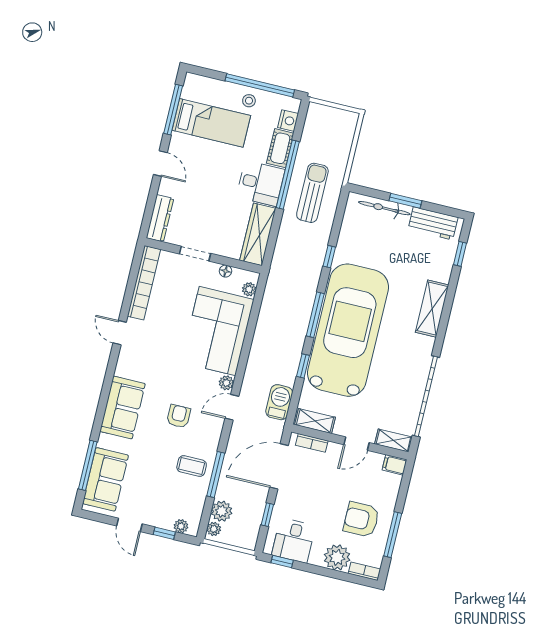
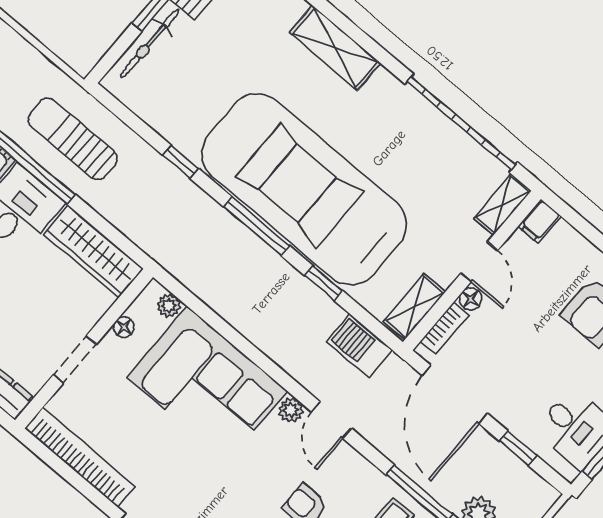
floor lamp: (334, 449) -> (471, 299), added

